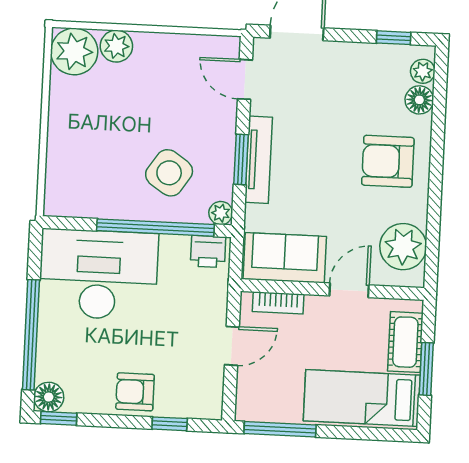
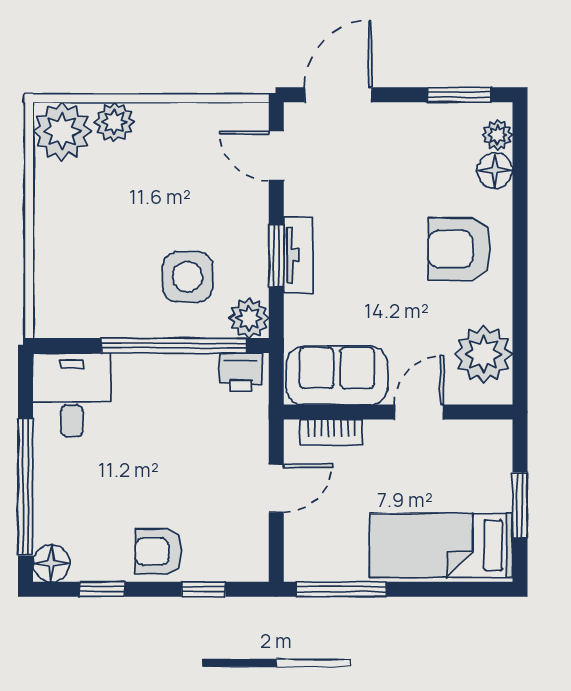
window: (394, 38) -> (459, 95), width x1.50
tv unit: (259, 160) -> (298, 255), width x0.71
side table: (169, 173) -> (188, 277), turned -34
plant: (221, 213) -> (249, 318), width x1.38, depth x1.38
desk: (98, 274) -> (72, 395), width x0.53, depth x0.77
cot: (405, 342) -> (492, 473), removed
window: (59, 418) -> (102, 589), moved

